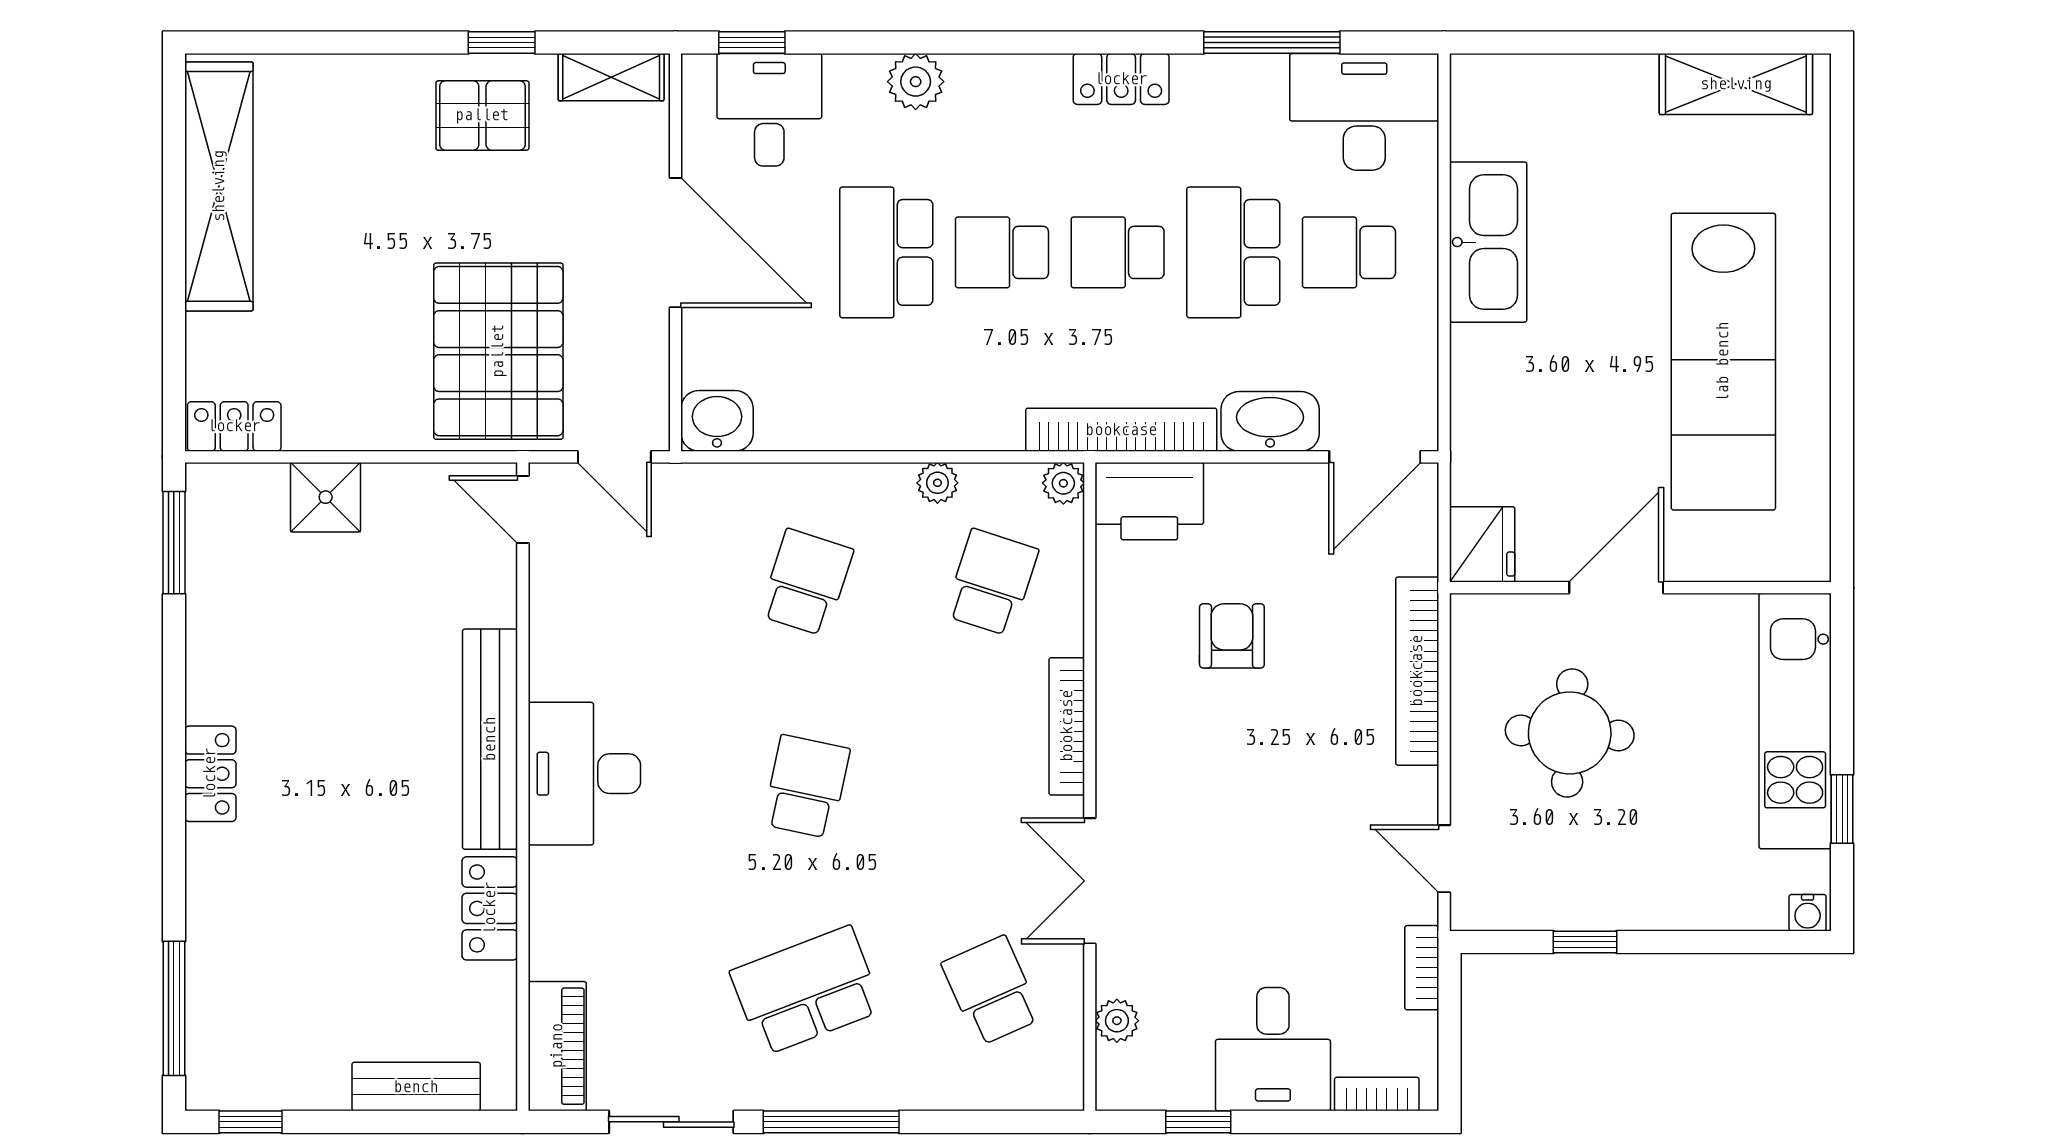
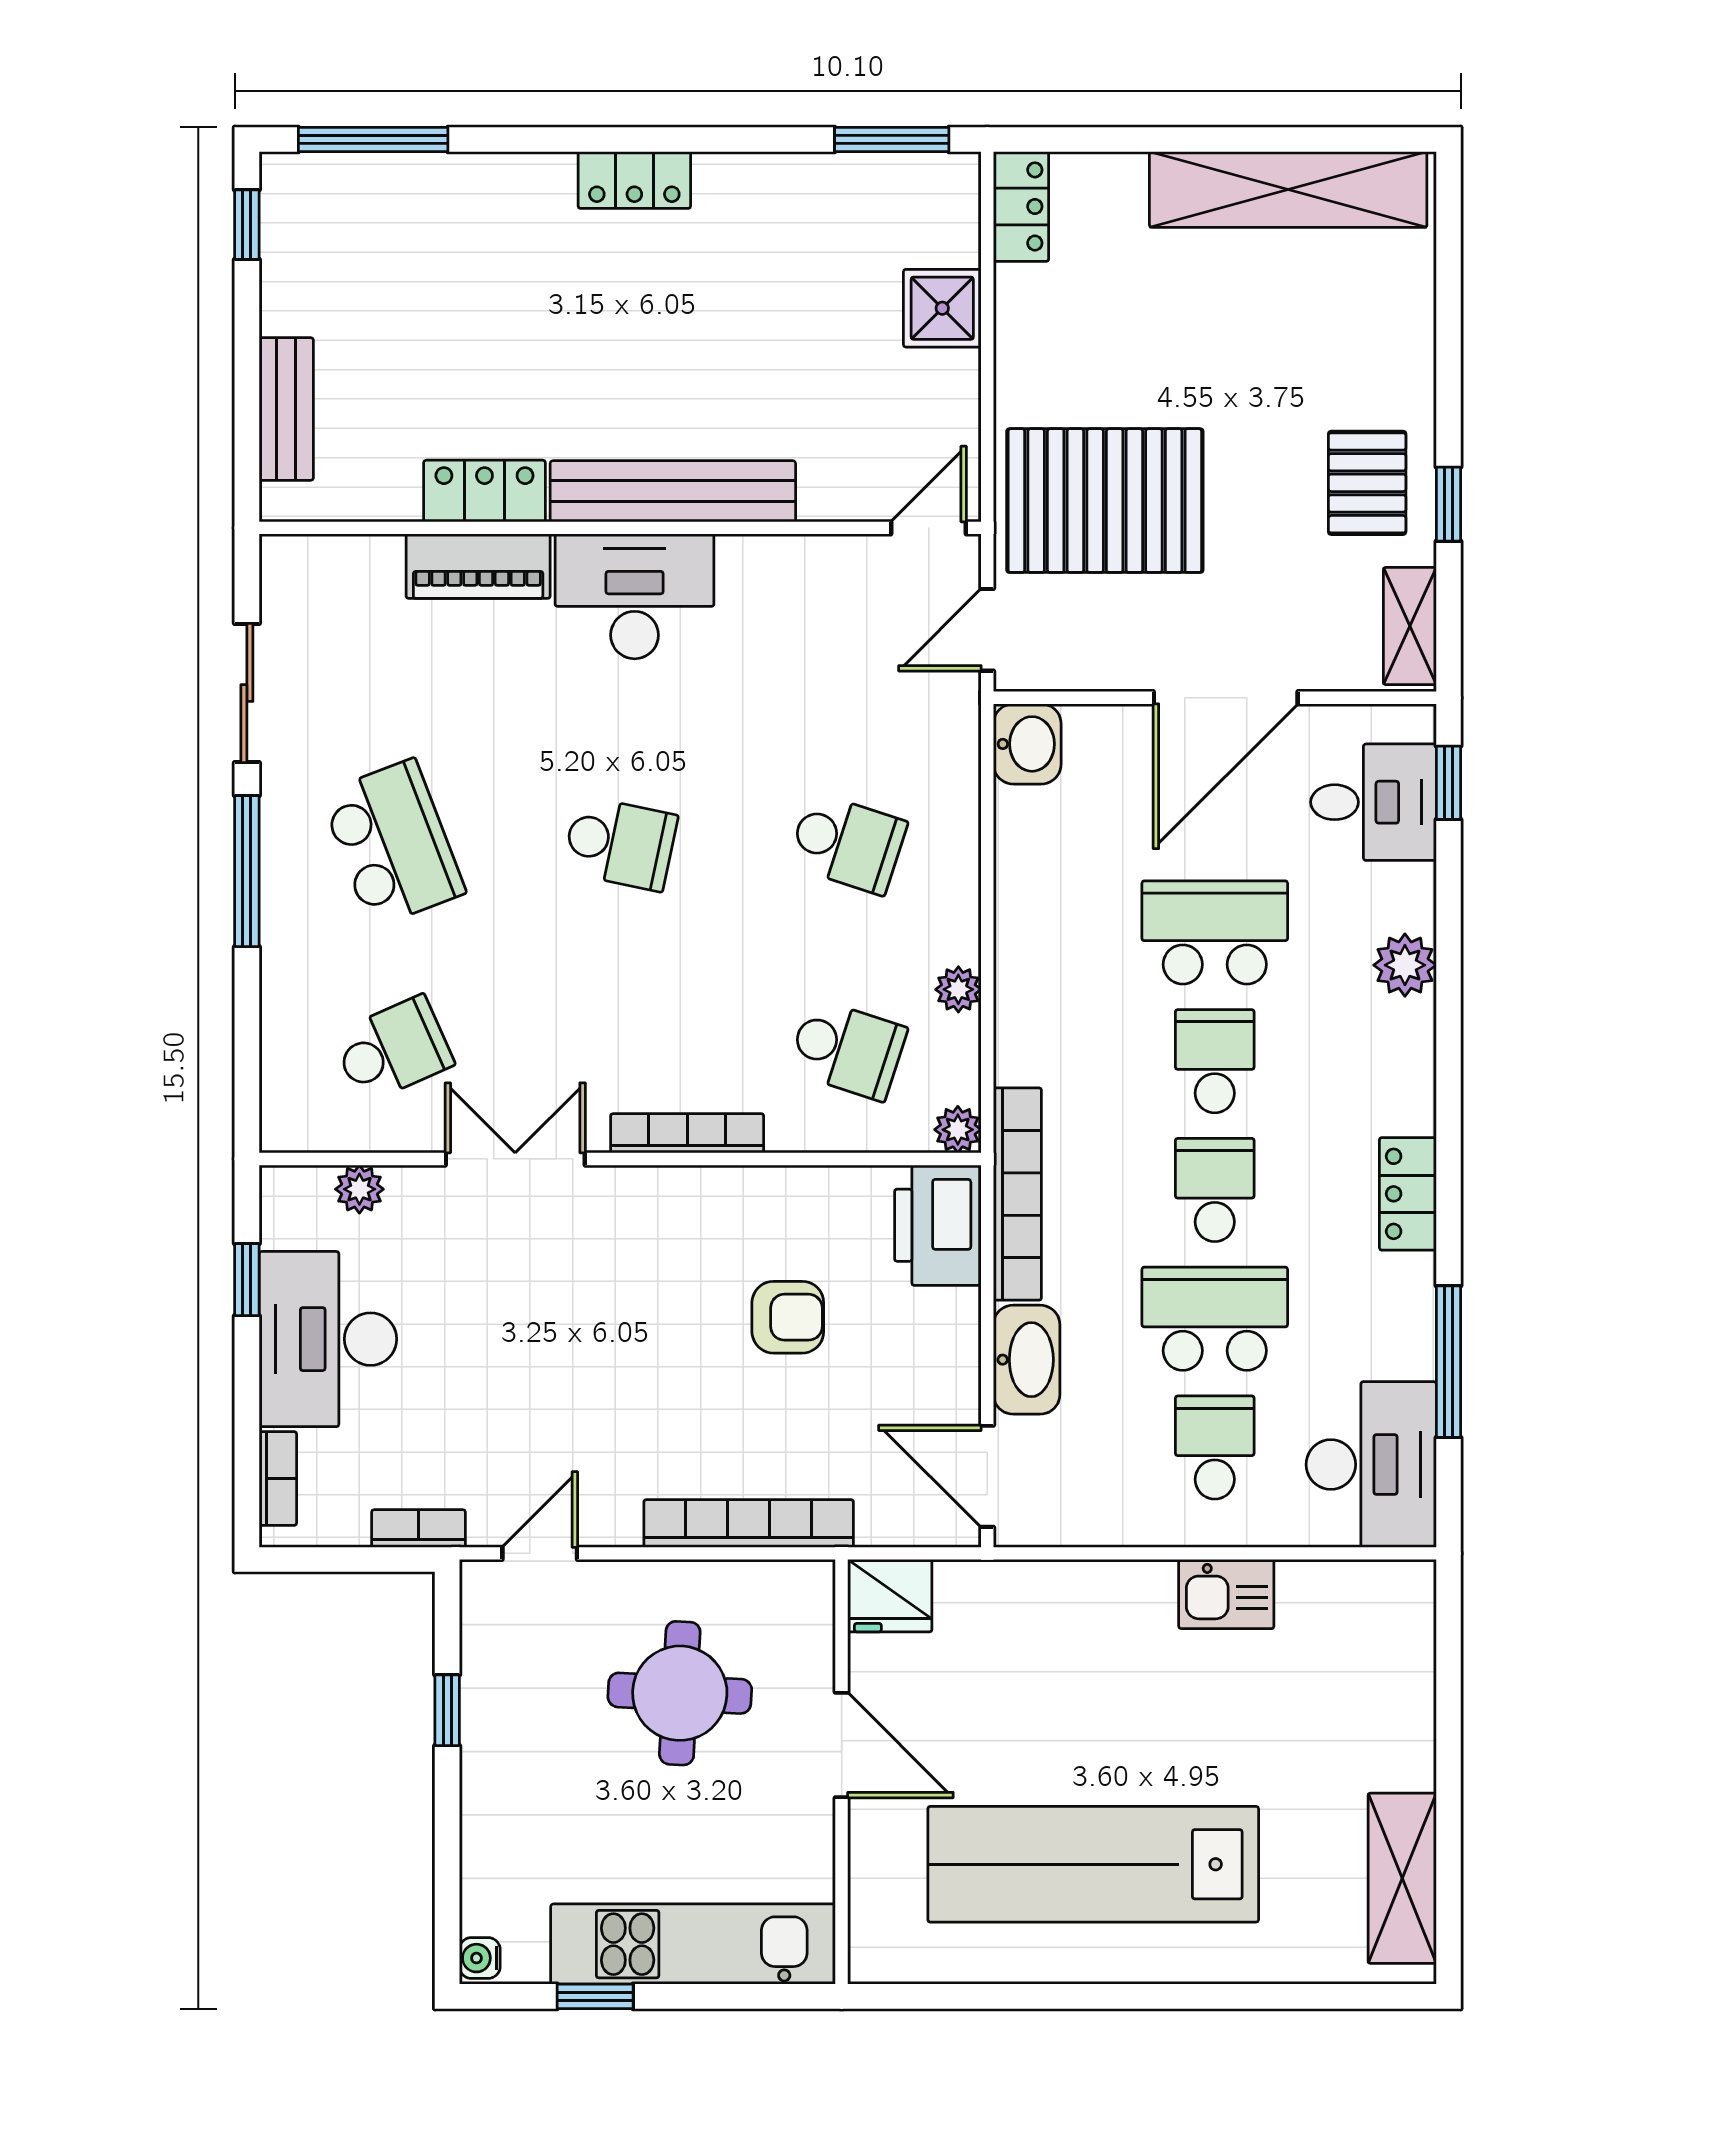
kitchen sink: (1488, 242) -> (1226, 1594), width x0.53, depth x0.81
piano: (557, 1046) -> (478, 566), moved
desk: (1273, 1049) -> (328, 1339), width x1.37

